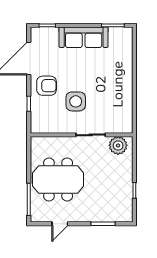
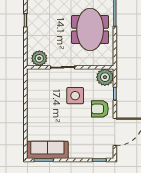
sofa: (84, 37) -> (47, 150), moved
plant: (40, 123) -> (105, 77), added
meeting table: (58, 180) -> (90, 30), turned 90

